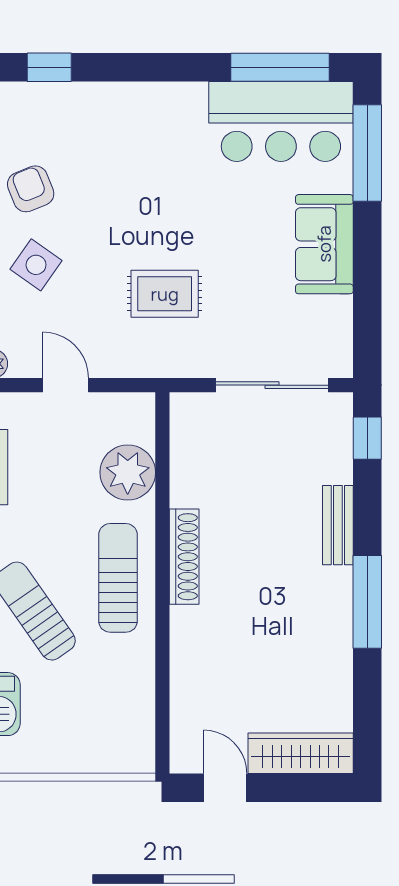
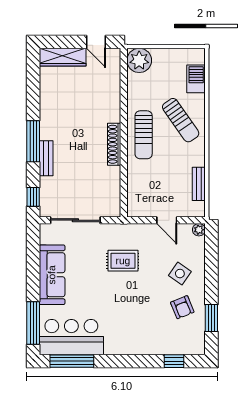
sofa: (324, 244) -> (52, 275), width x1.36
plant: (128, 472) -> (139, 60), moved
window: (367, 602) -> (33, 141), moved

